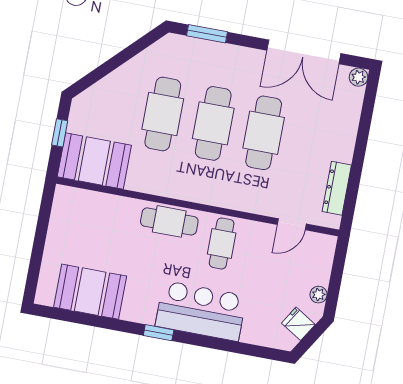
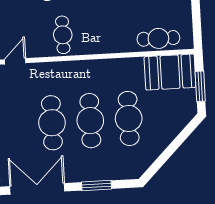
window: (207, 34) -> (96, 185), moved
window: (60, 133) -> (200, 86), width x1.50
cafe table: (169, 221) -> (158, 38), moved

